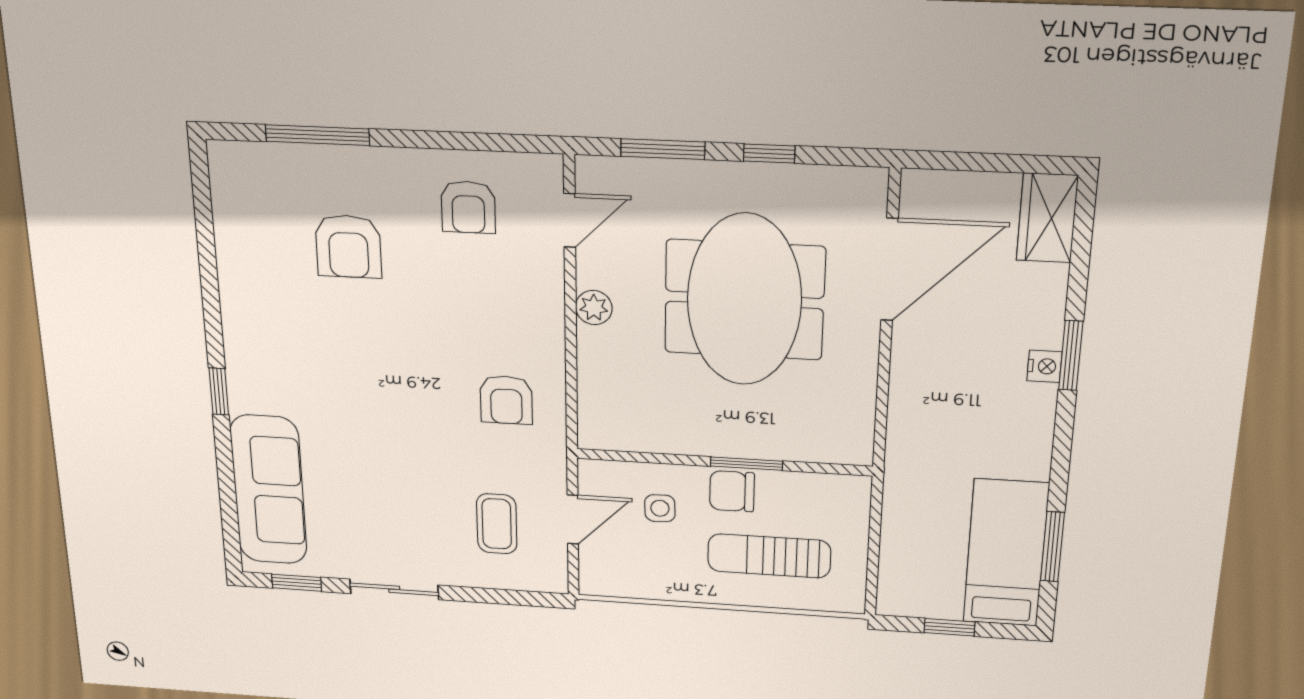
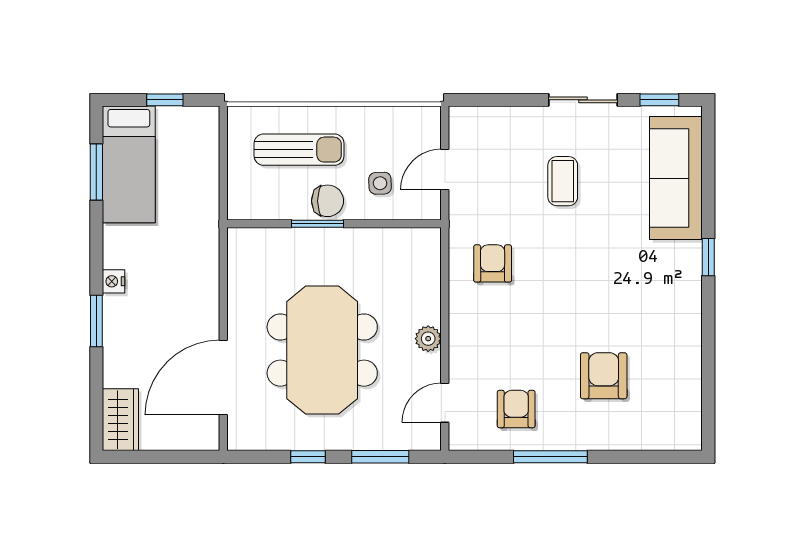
window: (317, 135) -> (550, 457), moved
nightstand: (1044, 366) -> (114, 281), moved
coffee table: (497, 524) -> (563, 181), moved

